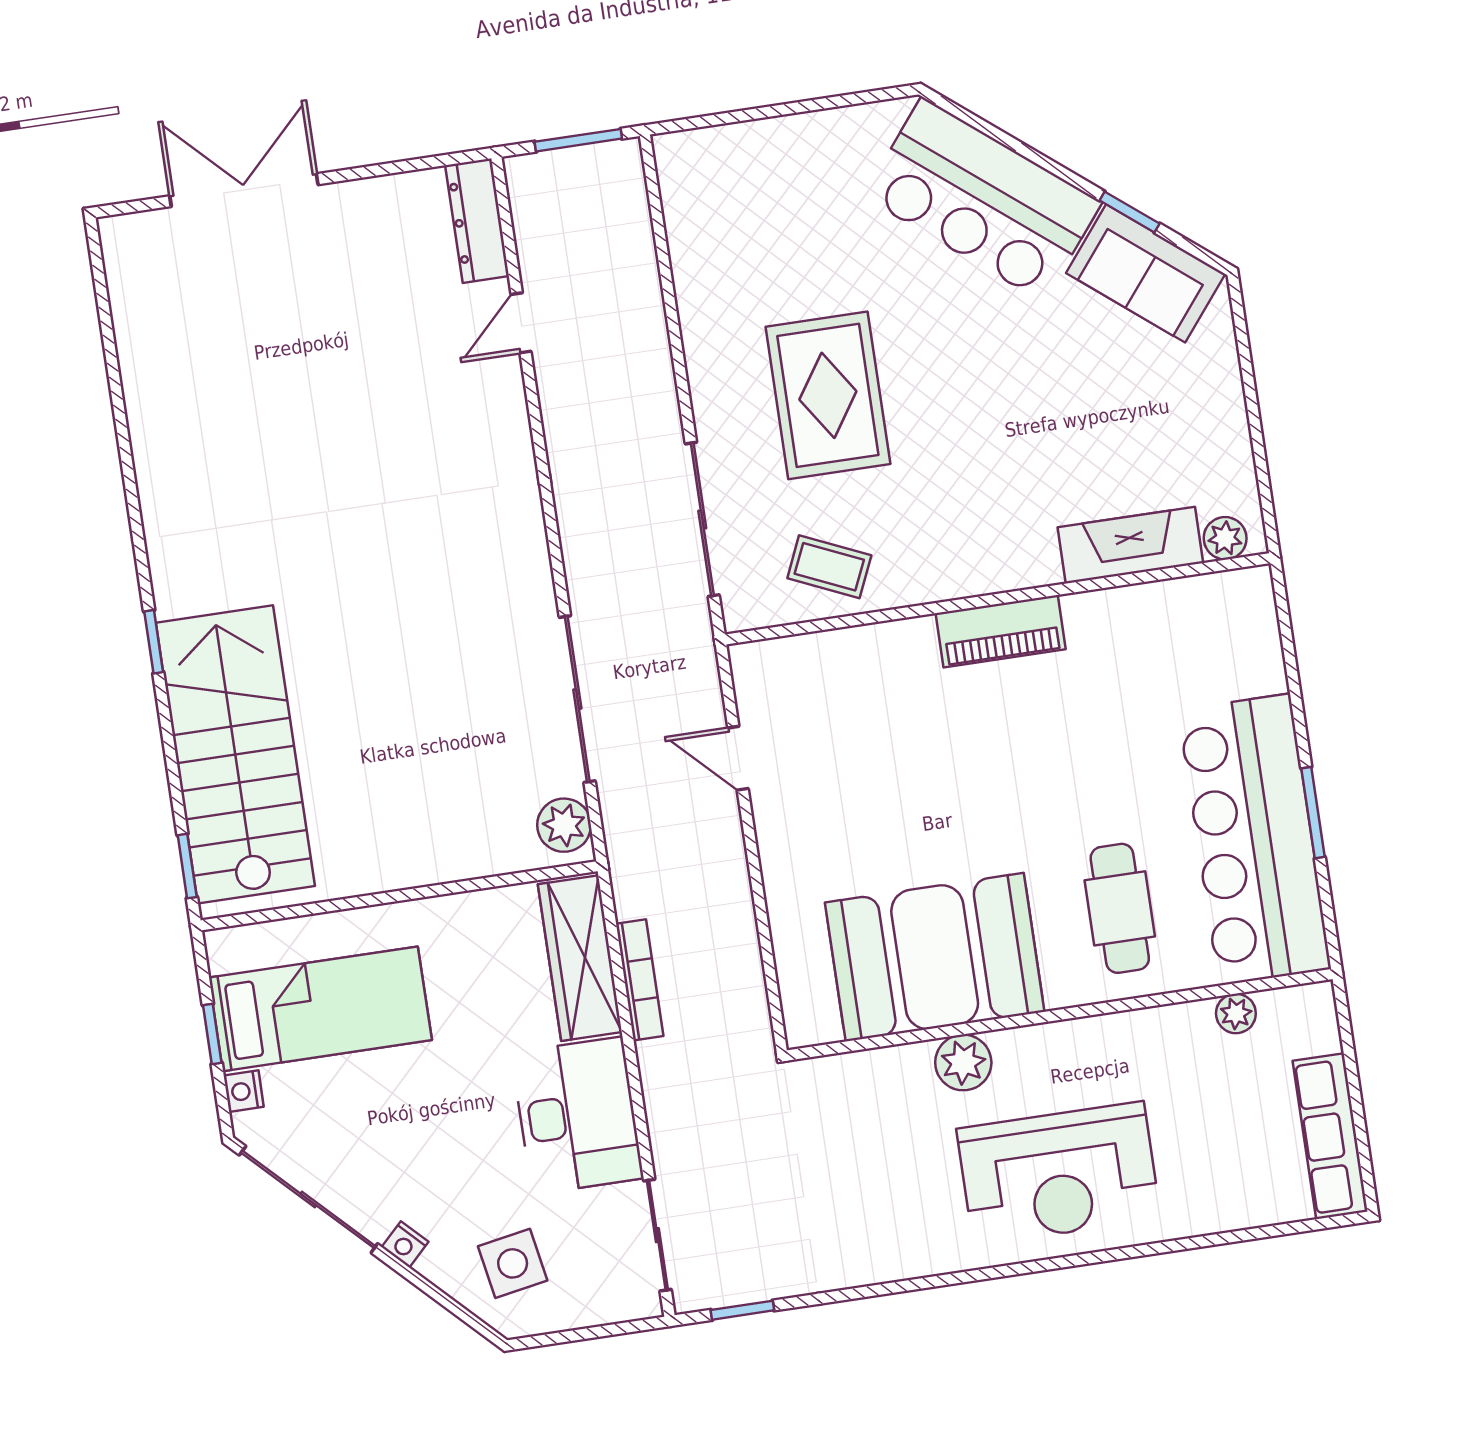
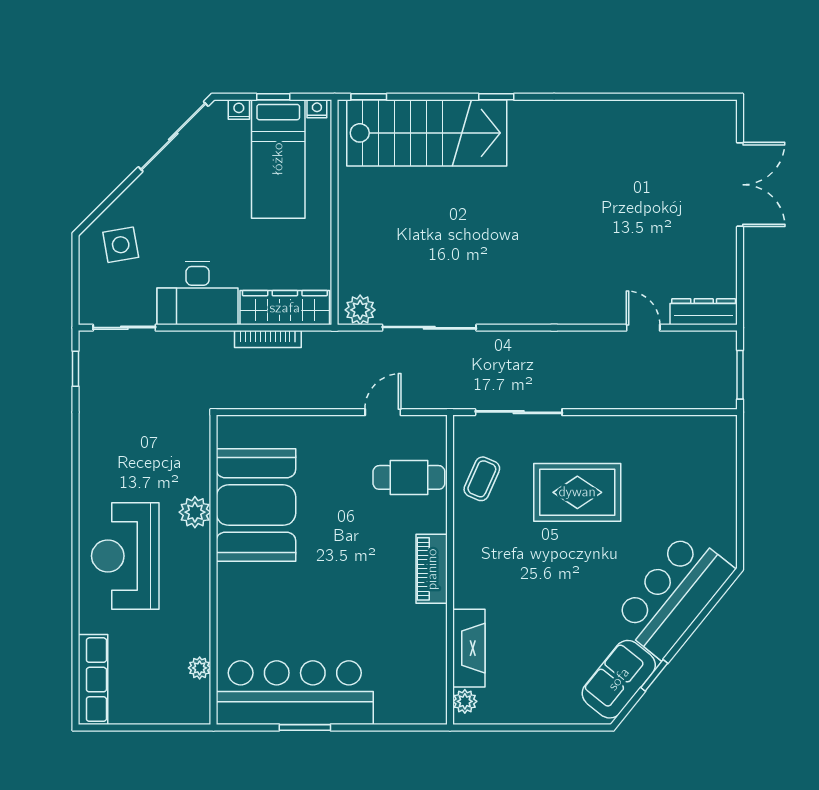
cafe table: (1120, 908) -> (409, 477), moved
row of seats: (1330, 1136) -> (93, 680), moved, turned 90
nightstand: (405, 1244) -> (317, 109), moved, turned 45

